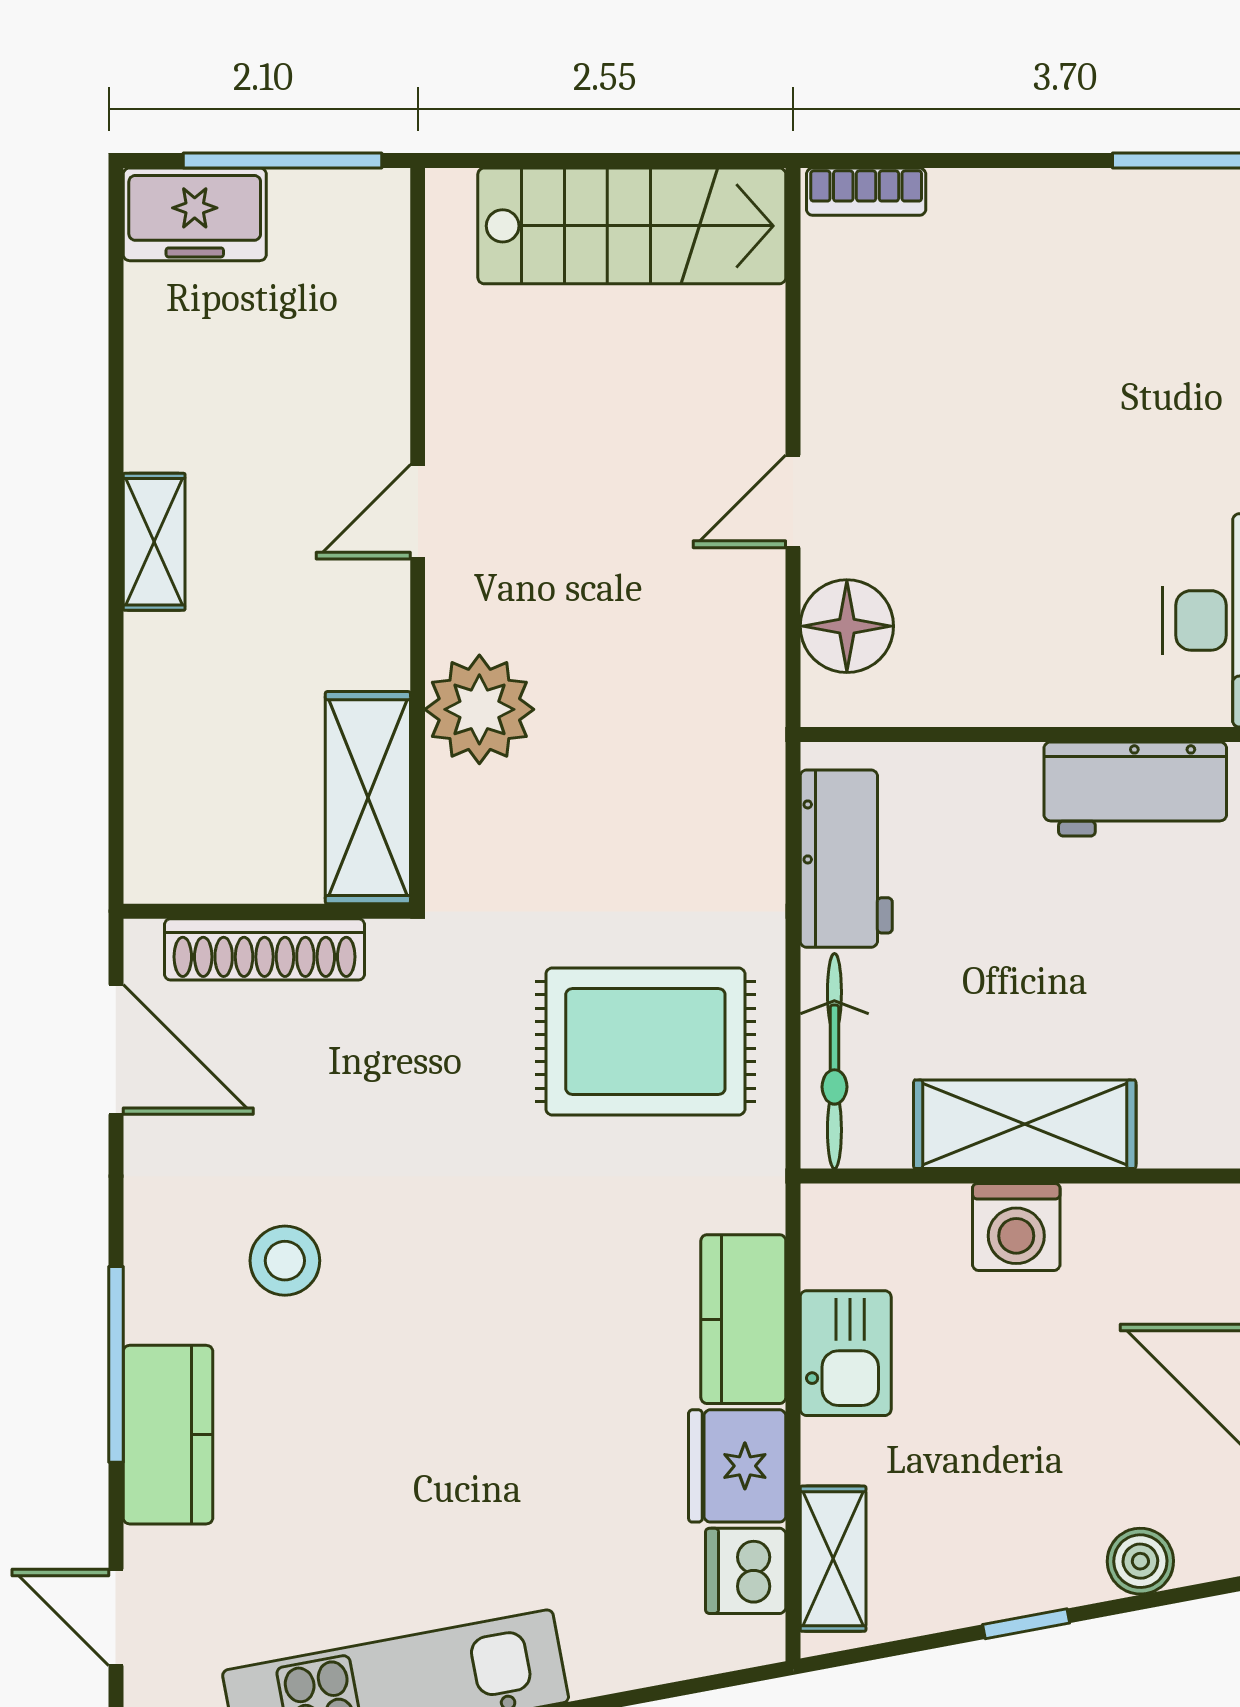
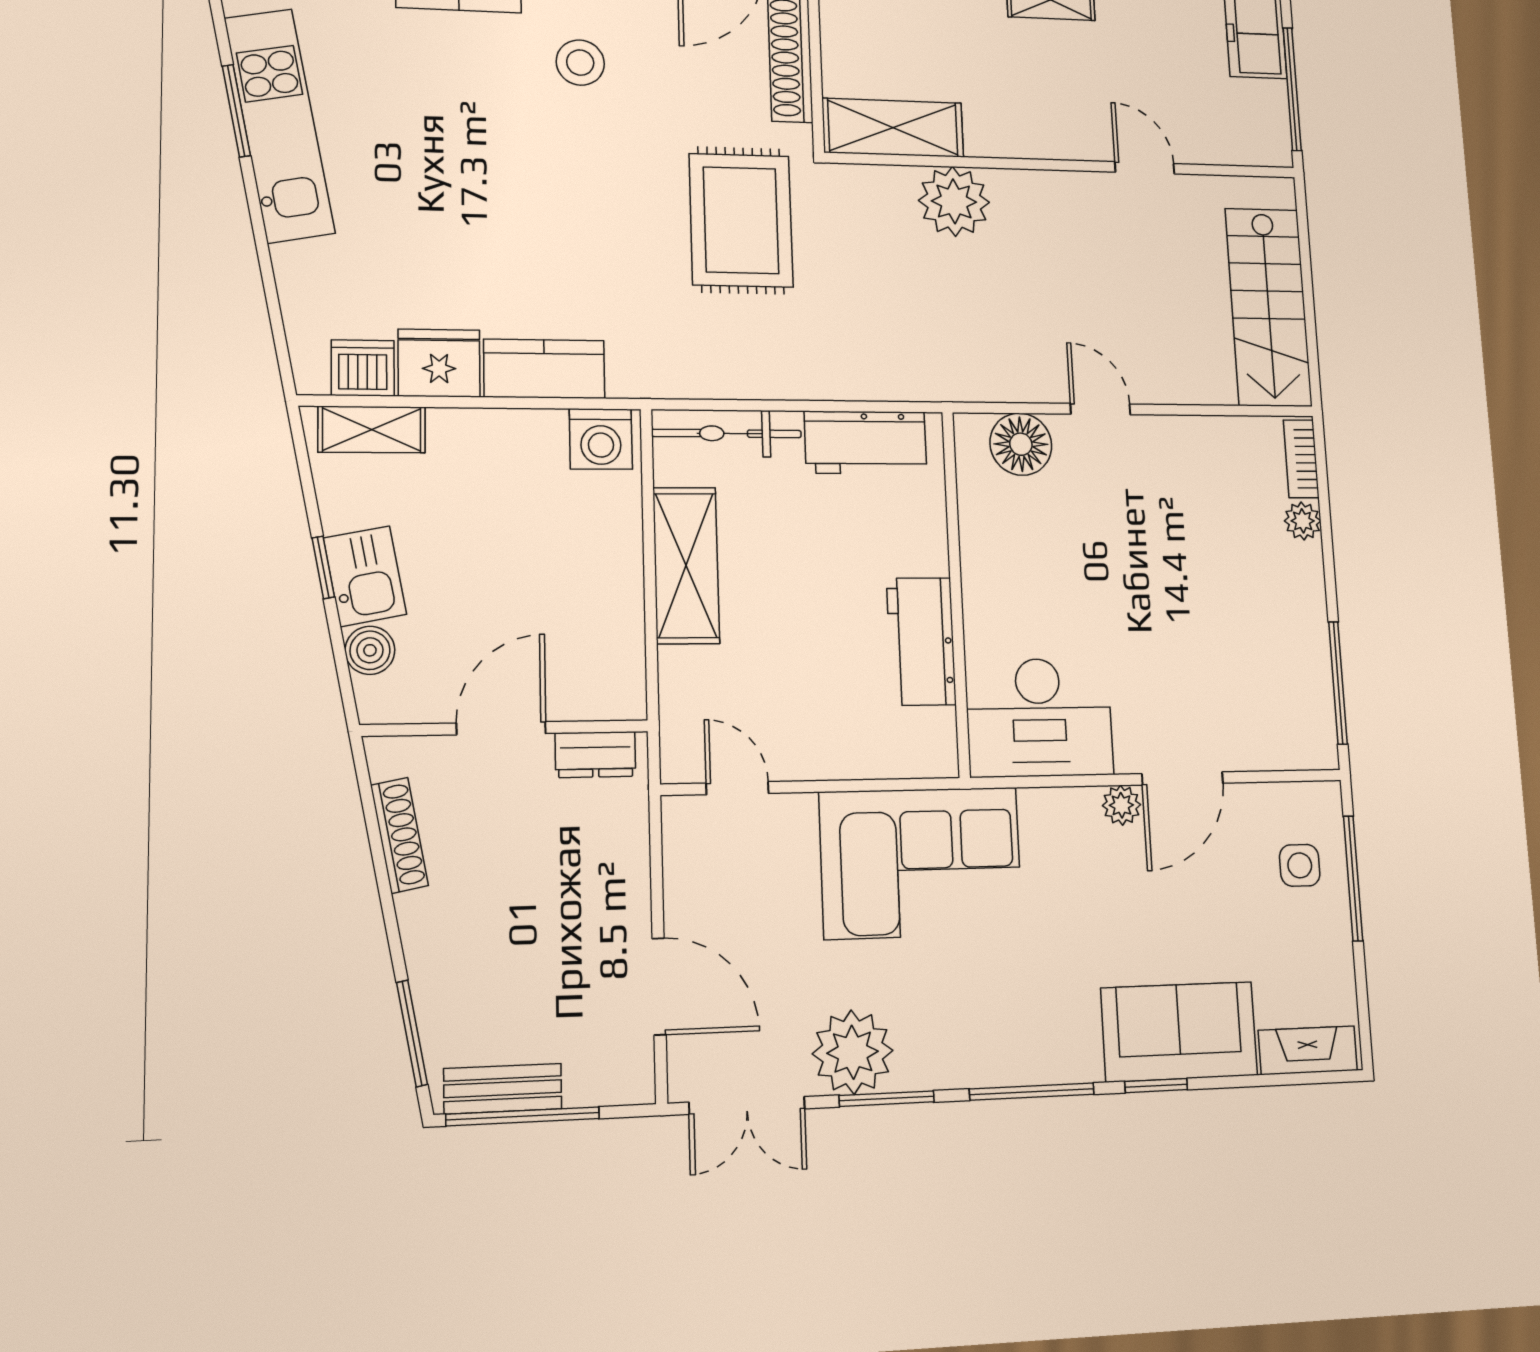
plant: (960, 197) -> (1303, 521), added
door: (418, 512) -> (1145, 168), moved
rug: (645, 1041) -> (741, 220), moved
washing machine: (1016, 1227) -> (601, 439), moved, turned -90
kitchen sink: (846, 1353) -> (365, 576), moved, turned -101

